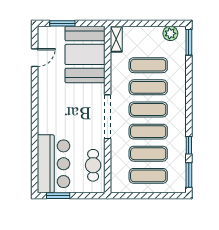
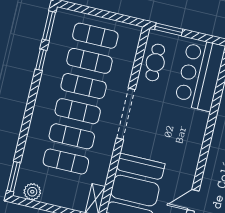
window: (58, 196) -> (169, 29), moved

